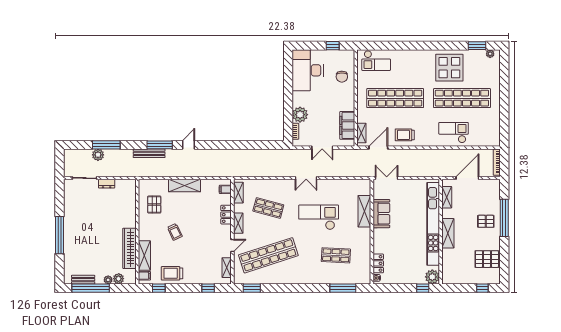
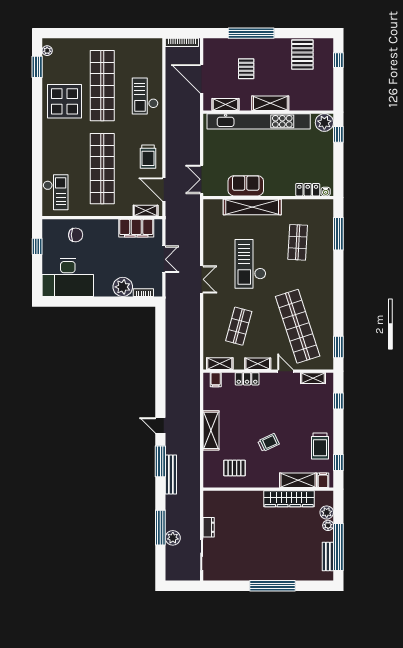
shelving: (364, 211) -> (252, 207), width x1.47
pallet: (486, 221) -> (246, 69), moved

